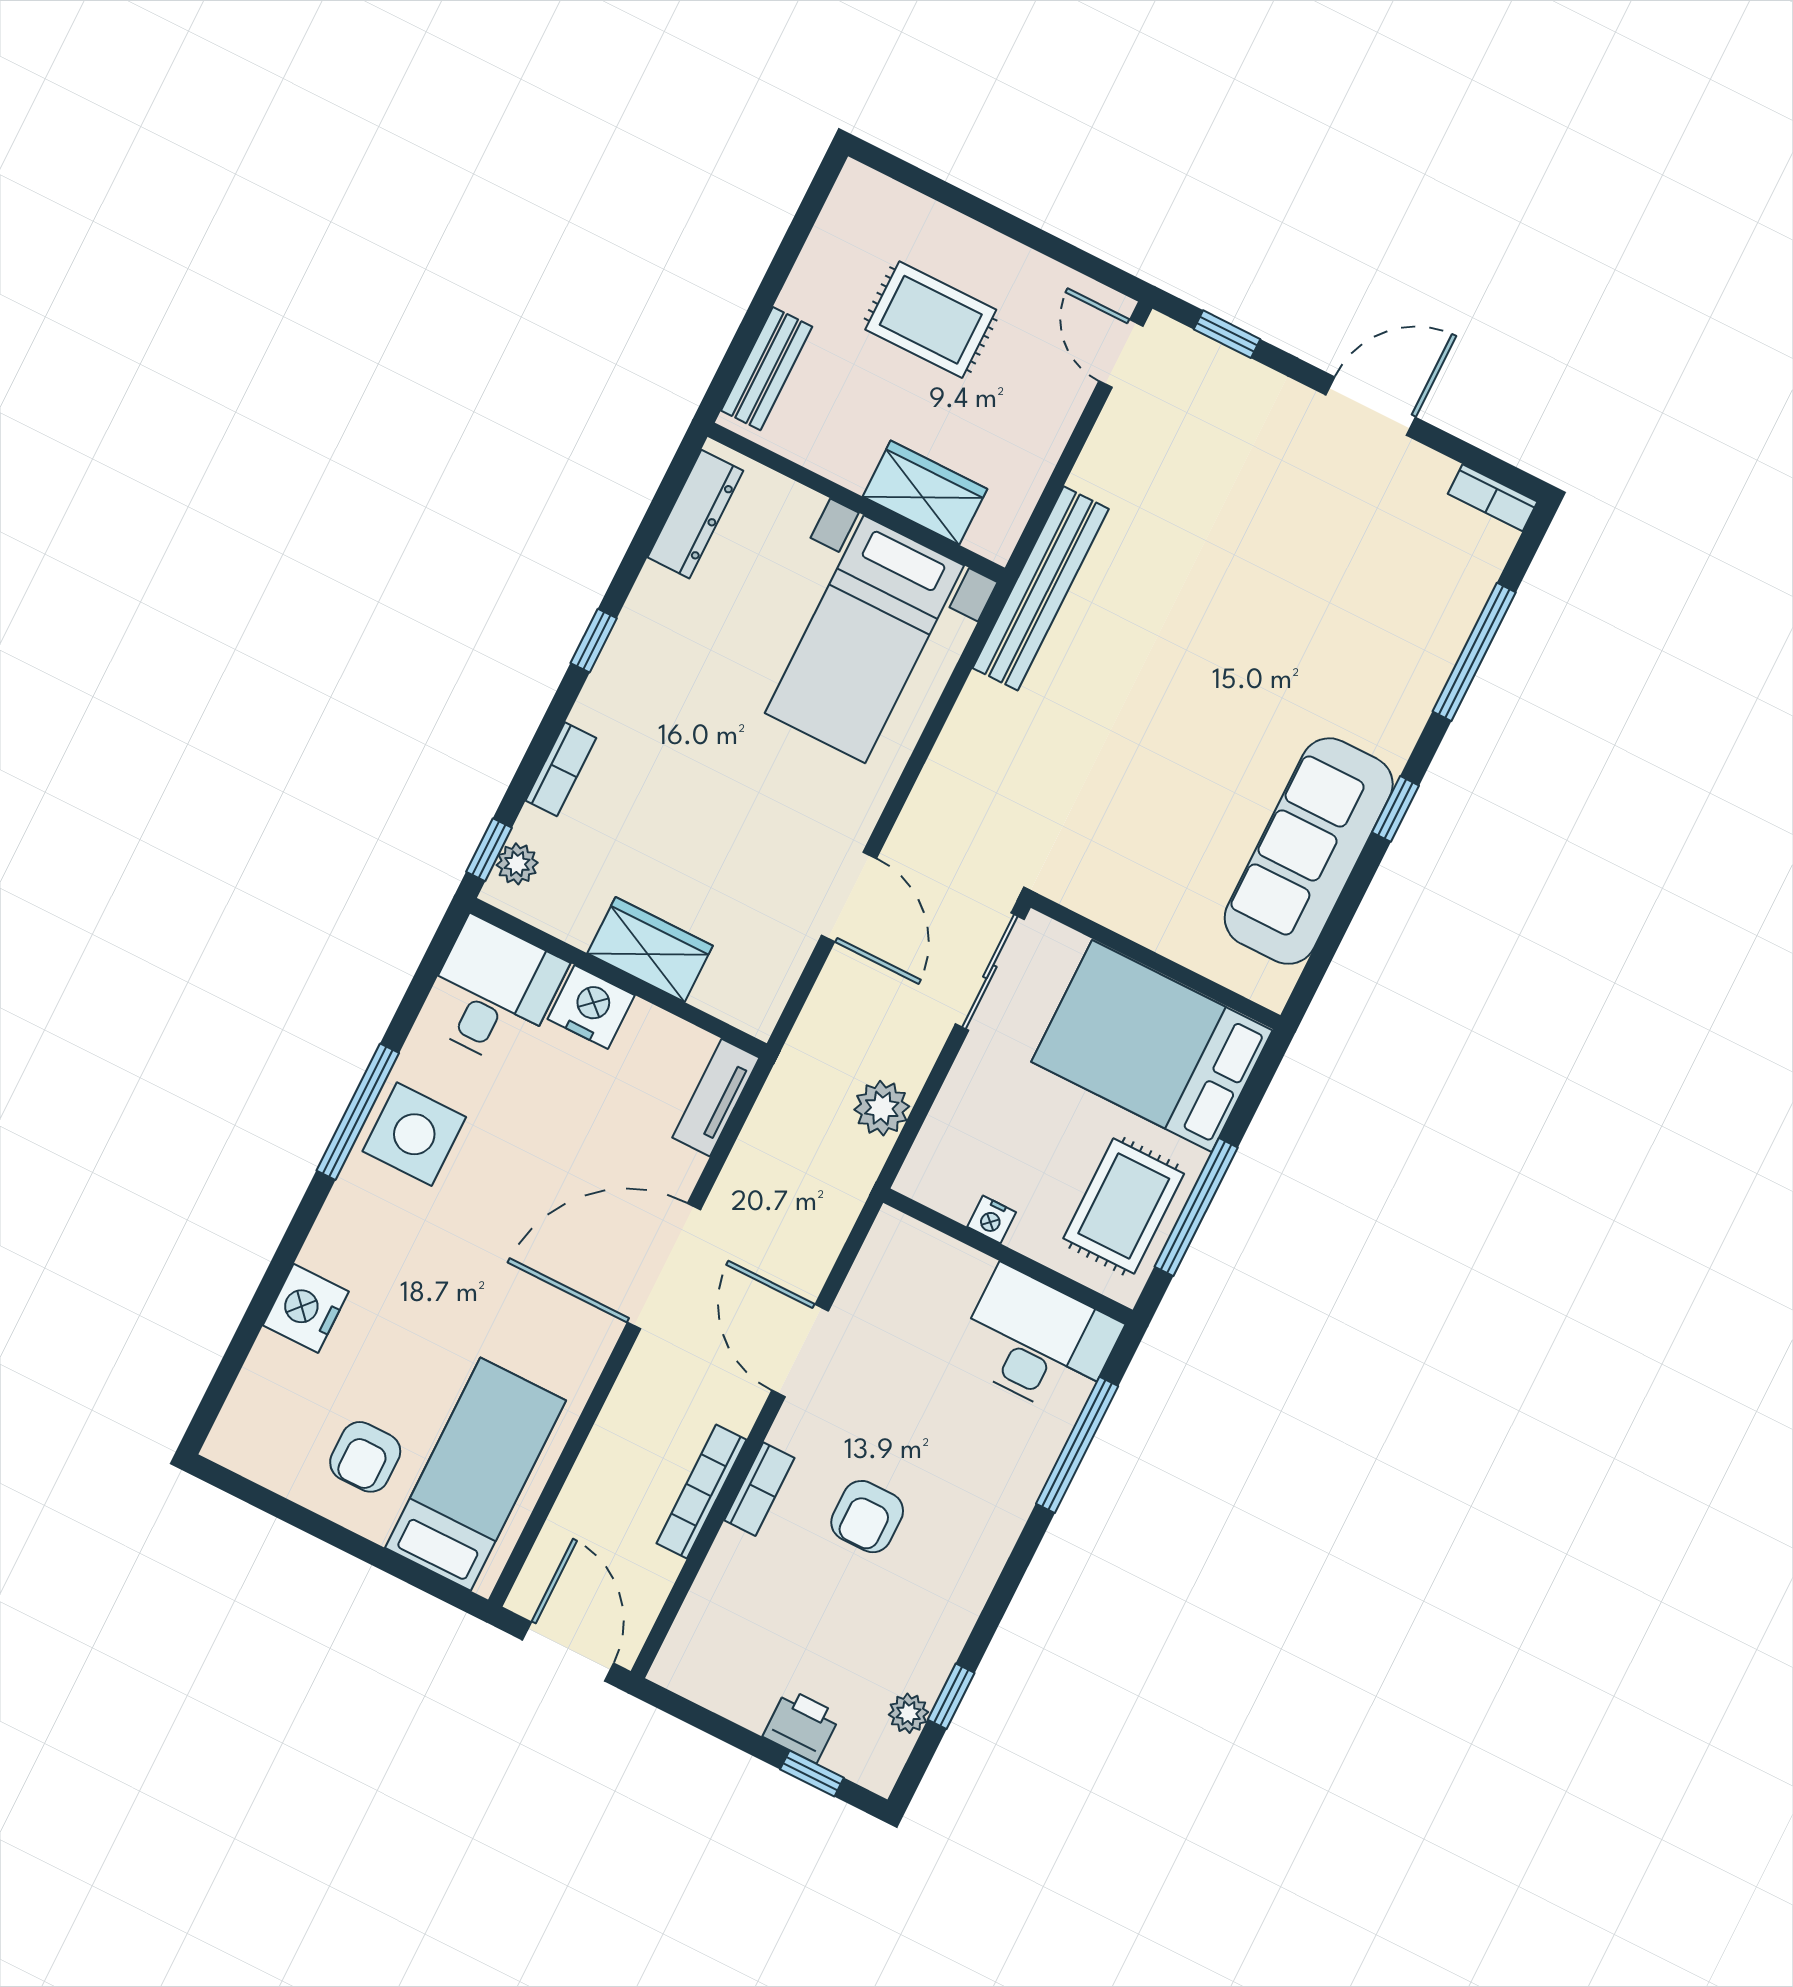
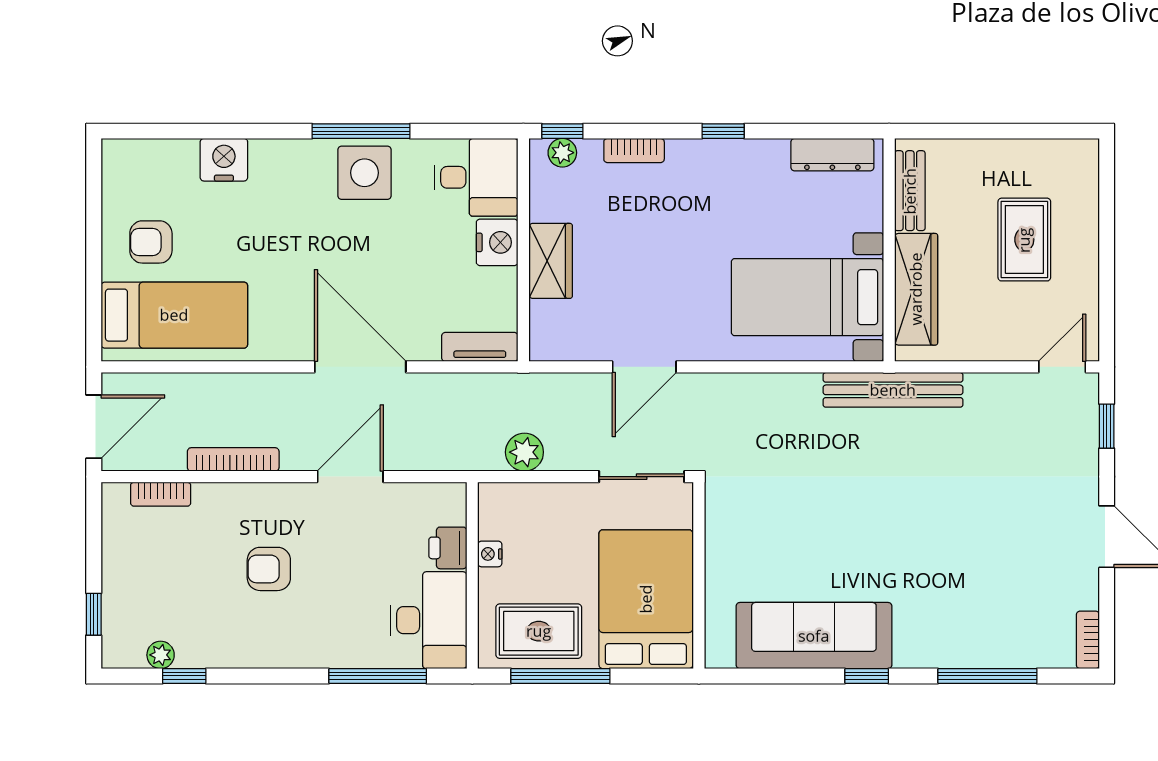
bench: (767, 369) -> (910, 191), moved, turned 90
wardrobe: (925, 493) -> (916, 289), width x1.50
bookcase: (759, 1489) -> (161, 494), moved
printer: (802, 1726) -> (448, 548), moved, turned 180

